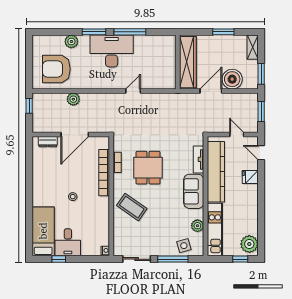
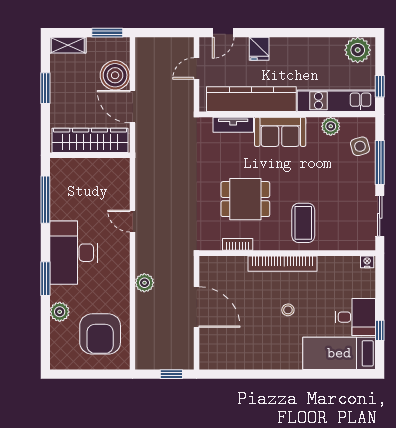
window: (130, 32) -> (45, 200), moved
plant: (73, 99) -> (144, 283), moved
window: (29, 106) -> (171, 374), moved
window: (261, 112) -> (163, 33), removed
dresser: (48, 142) -> (207, 347), removed
bookcase: (104, 173) -> (282, 264), moved
coffee table: (132, 207) -> (303, 223), turned -35
window: (240, 259) -> (380, 86), moved

